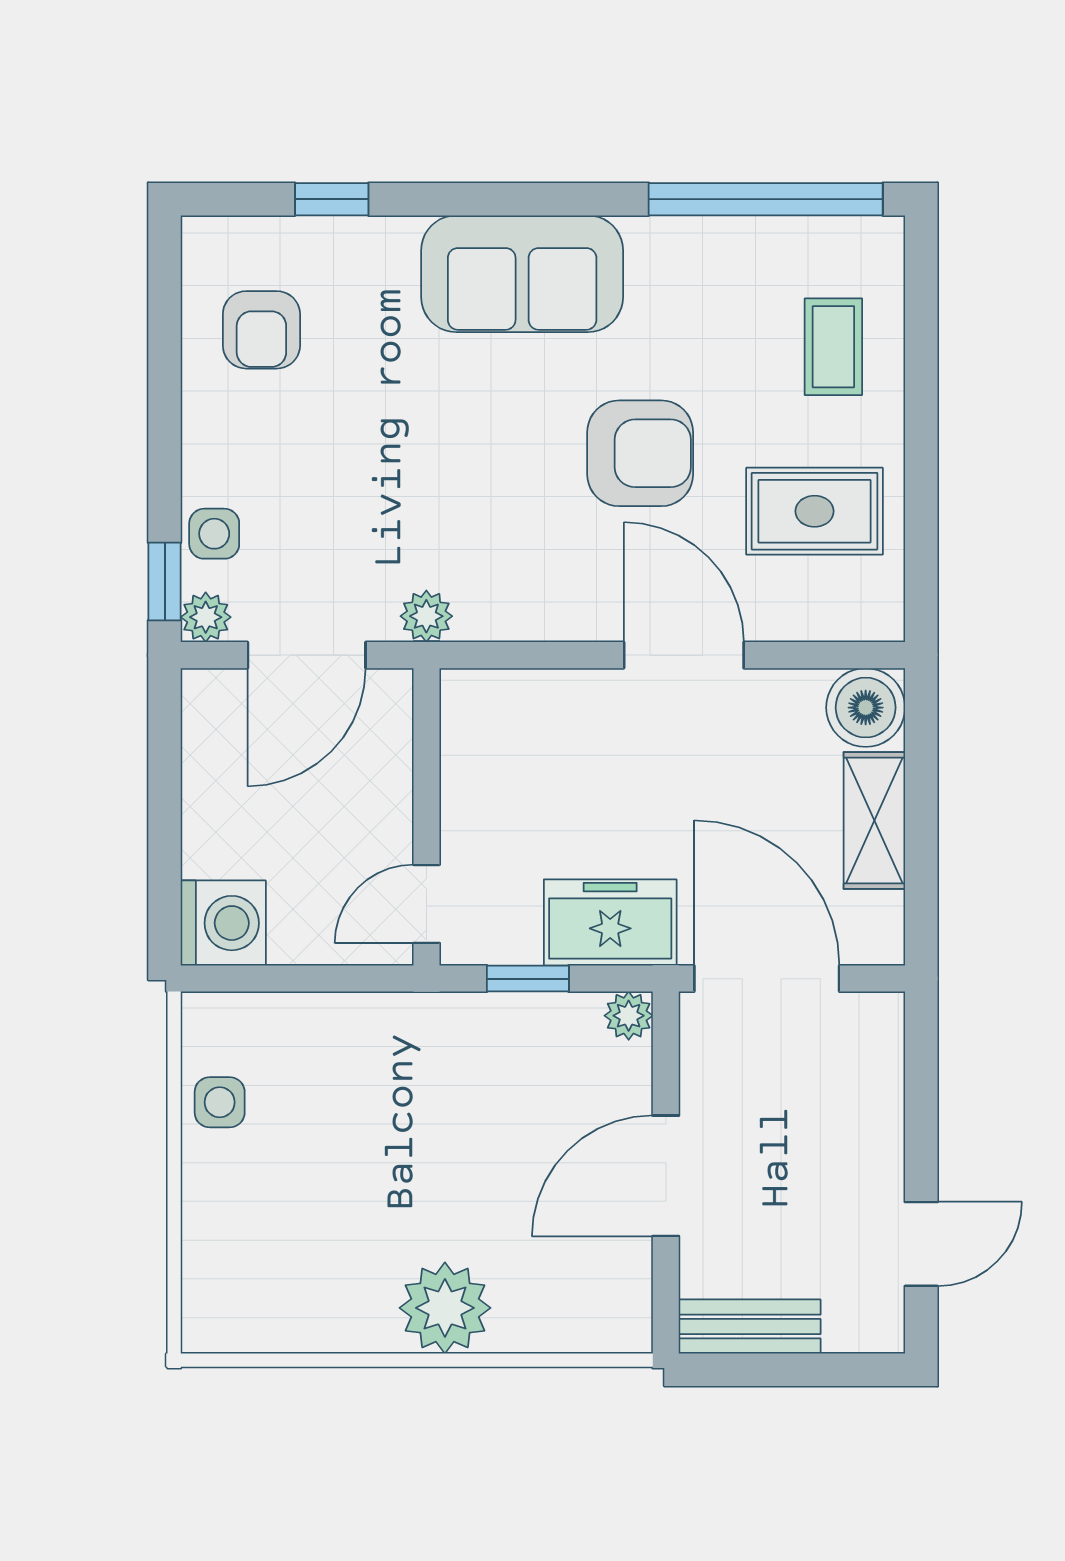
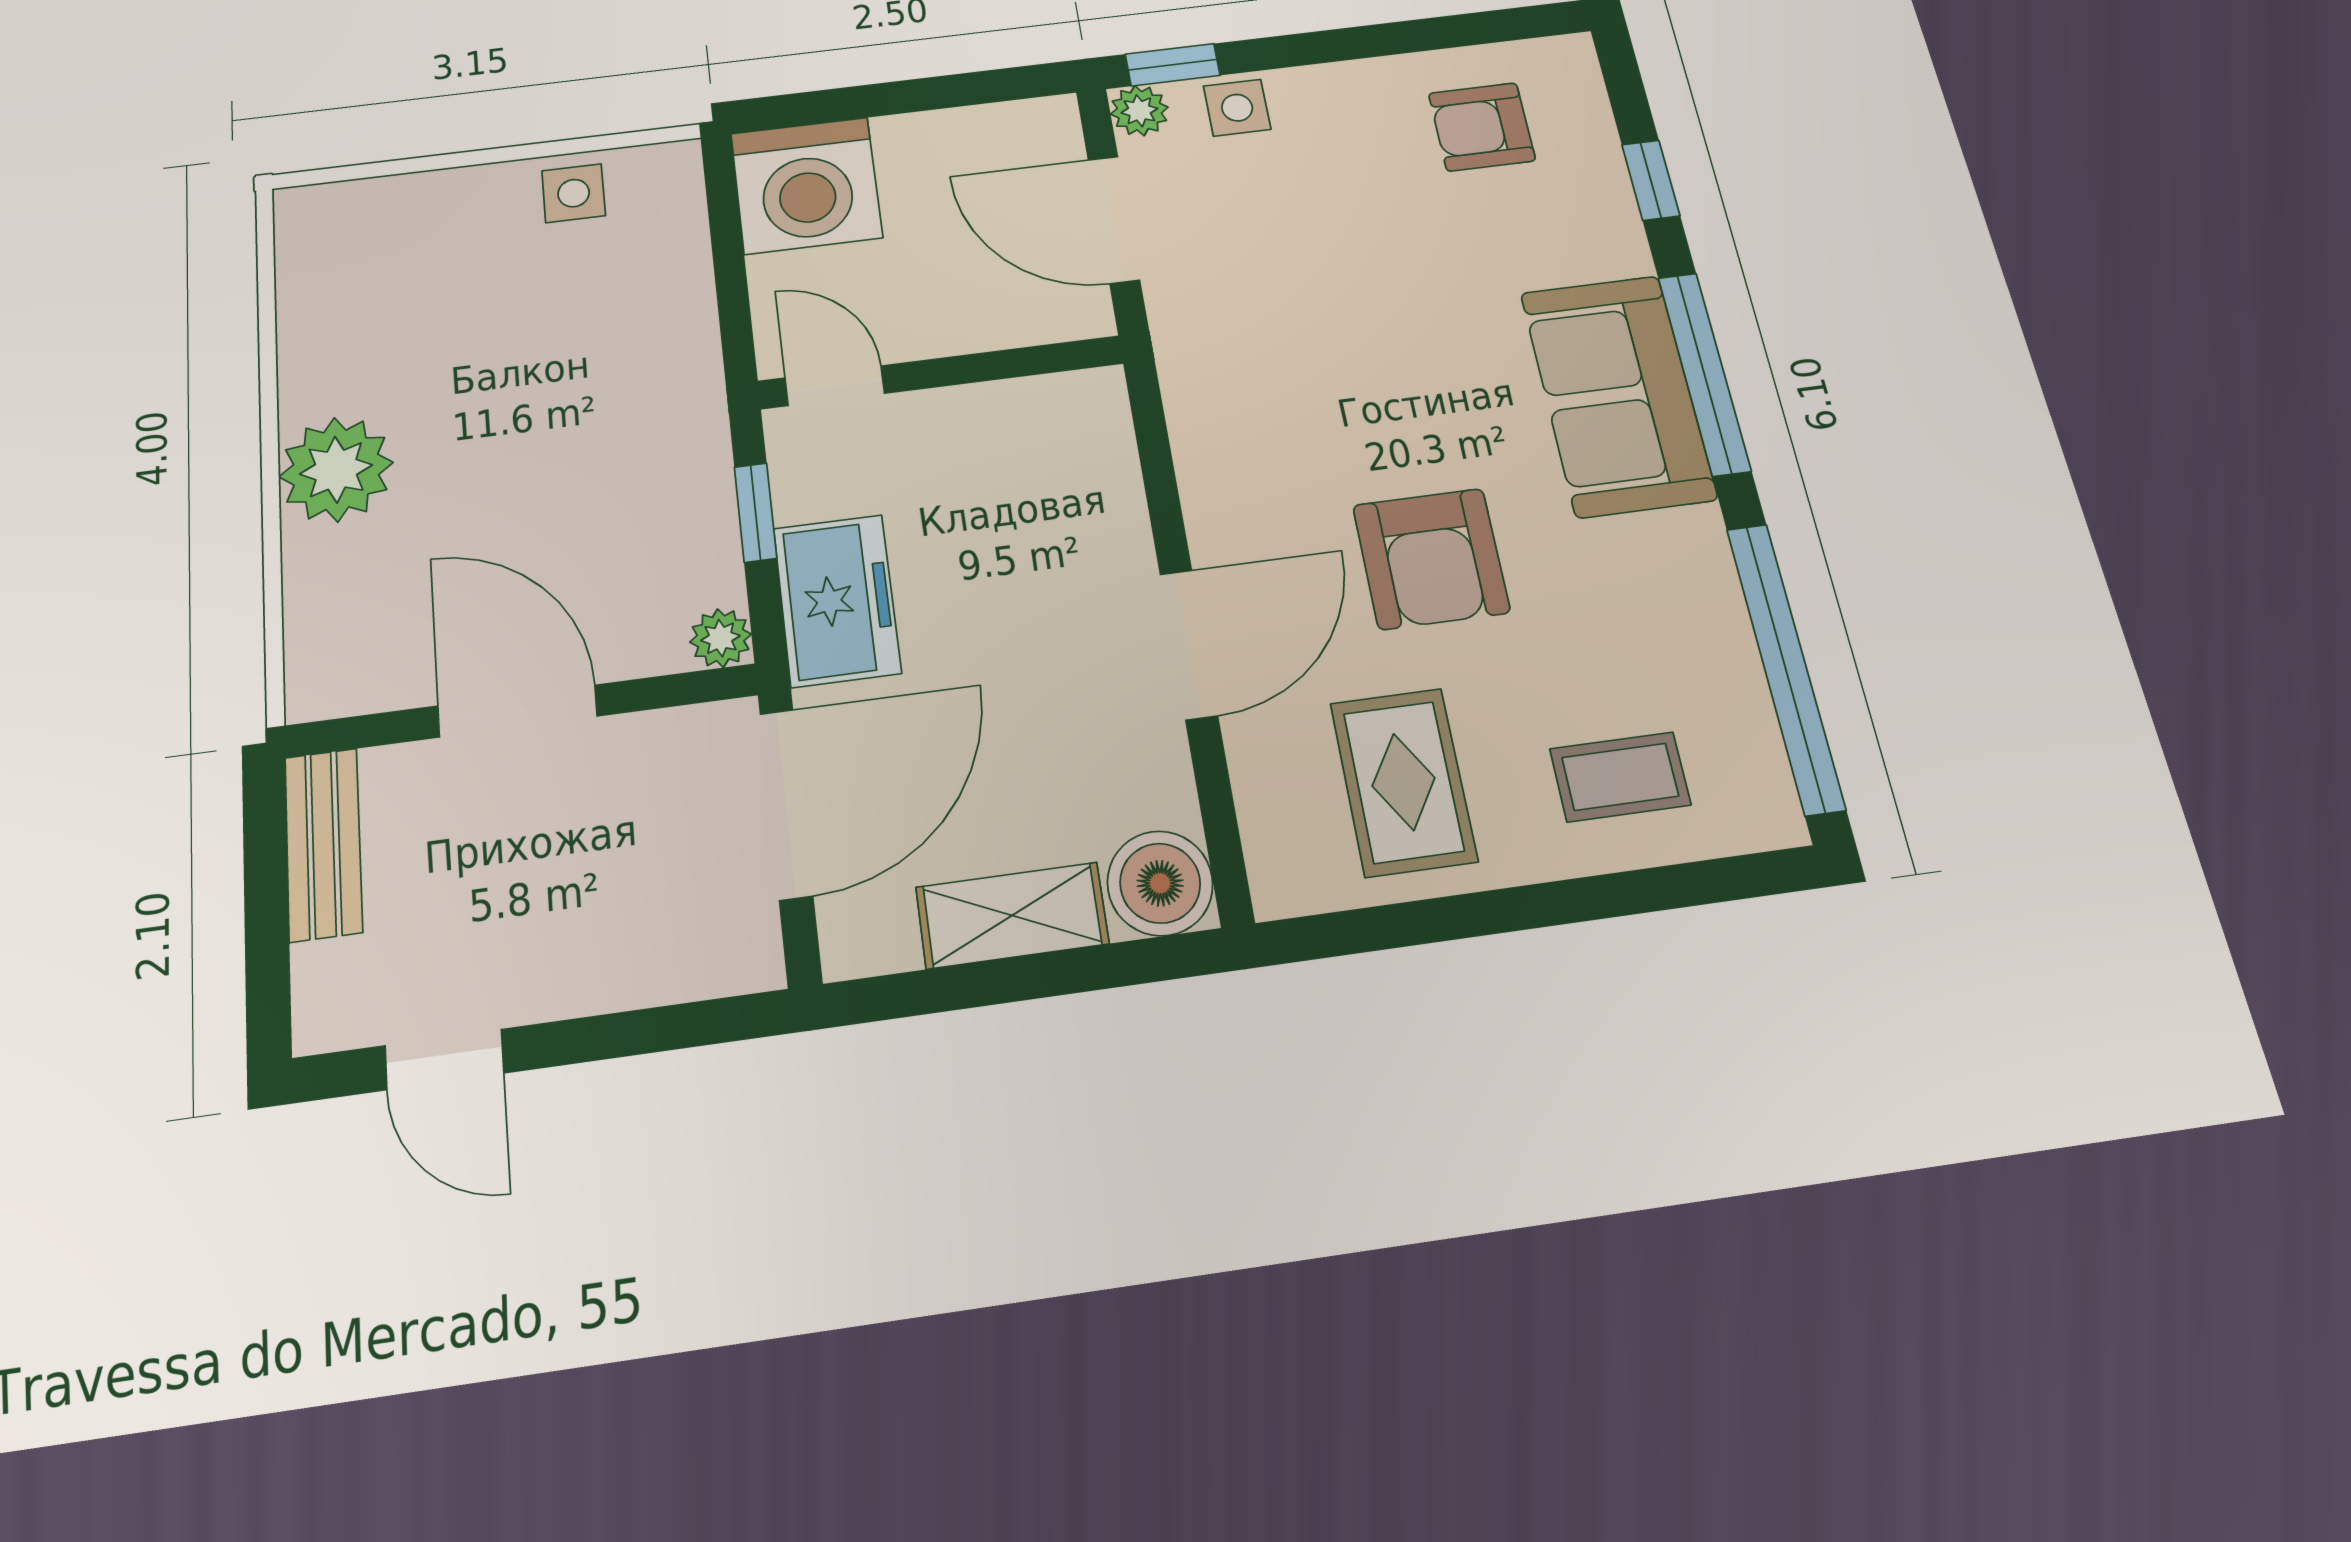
window: (513, 199) -> (1704, 373), added
plant: (426, 616) -> (1183, 342), removed
washing machine: (223, 923) -> (806, 185), width x1.37, depth x1.37

